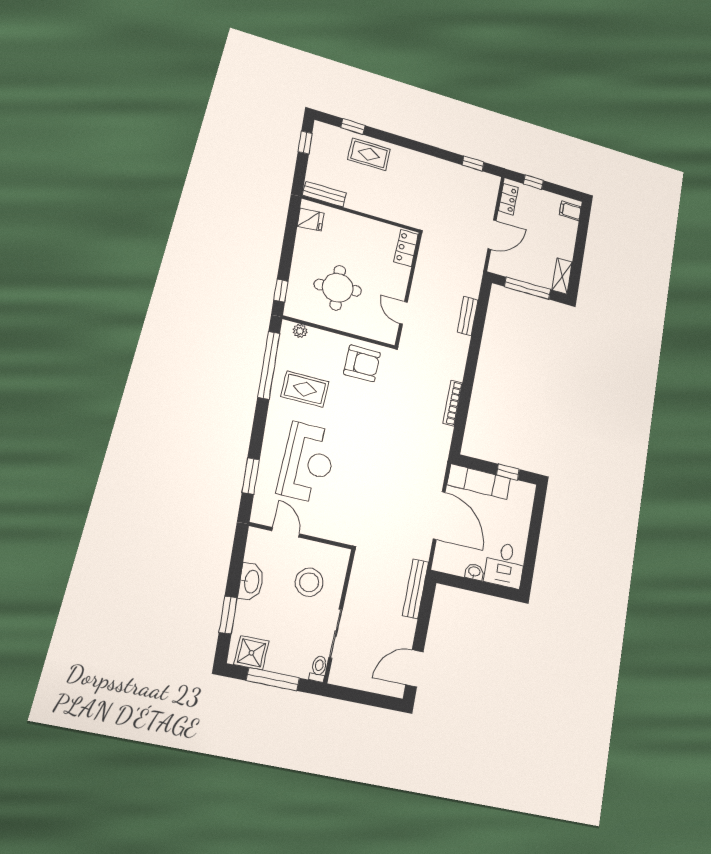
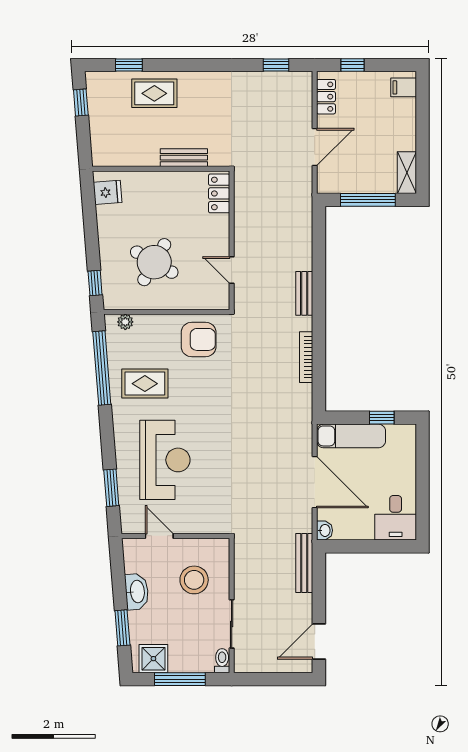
bench: (324, 194) -> (184, 158), moved
round table: (338, 288) -> (154, 262), turned 36
bench: (468, 316) -> (304, 293), moved
washbasin: (474, 572) -> (325, 530), moved, turned 90

